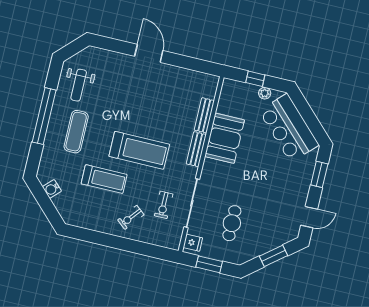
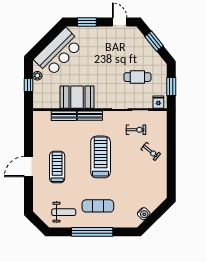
treadmill: (104, 179) -> (57, 167), moved

